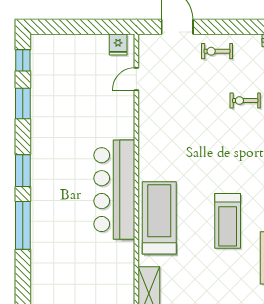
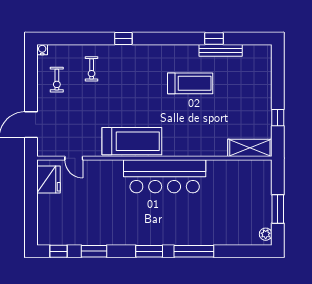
fridge: (118, 45) -> (48, 180), width x1.88, depth x1.34
exercise bike: (217, 51) -> (57, 80), moved
treadmill: (159, 218) -> (132, 141), moved, turned 180

